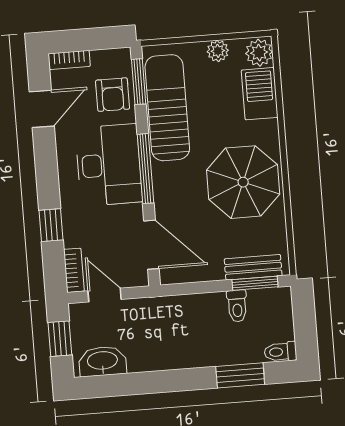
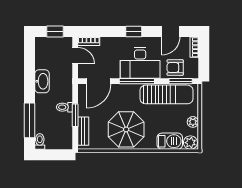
door: (42, 109) -> (171, 32), hinge flipped
window: (51, 225) -> (134, 32), moved
window: (255, 283) -> (75, 115), moved
door: (105, 295) -> (75, 56), hinge flipped
toilet: (237, 306) -> (64, 107), moved
washbasin: (102, 361) -> (42, 81), moved
window: (240, 375) -> (30, 120), width x1.44

